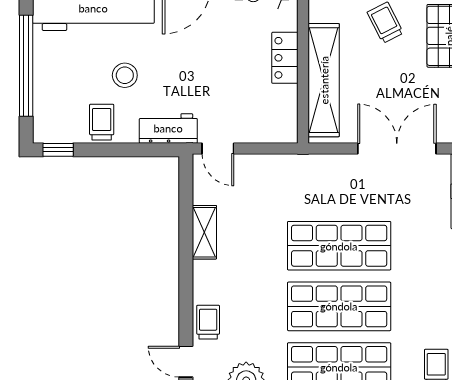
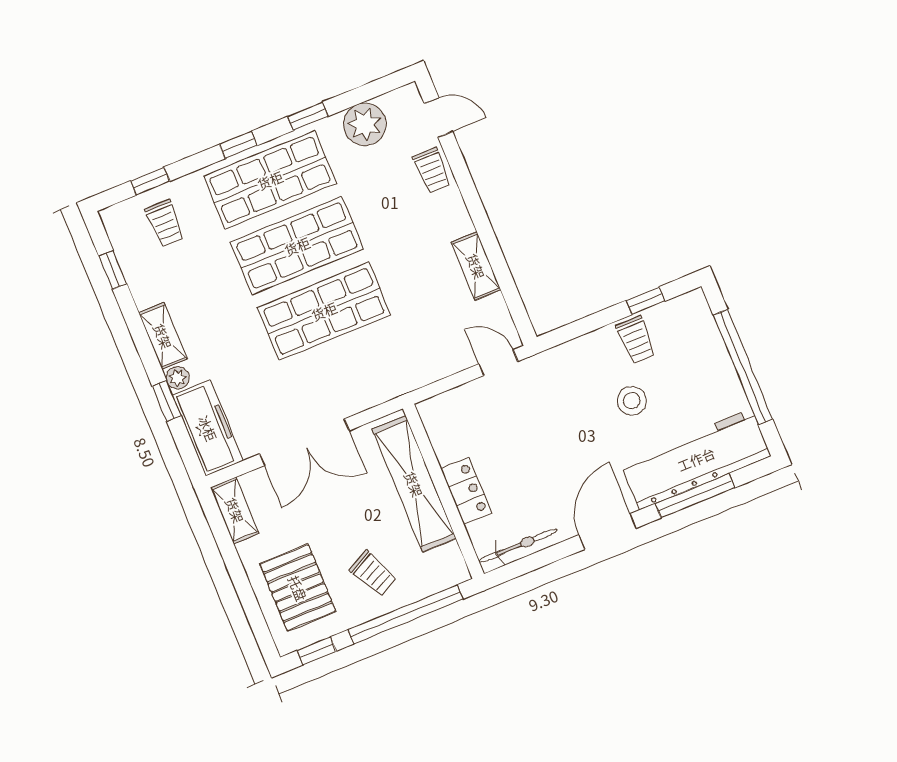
workbench: (168, 128) -> (561, 362), removed
window: (58, 150) -> (646, 301), moved

